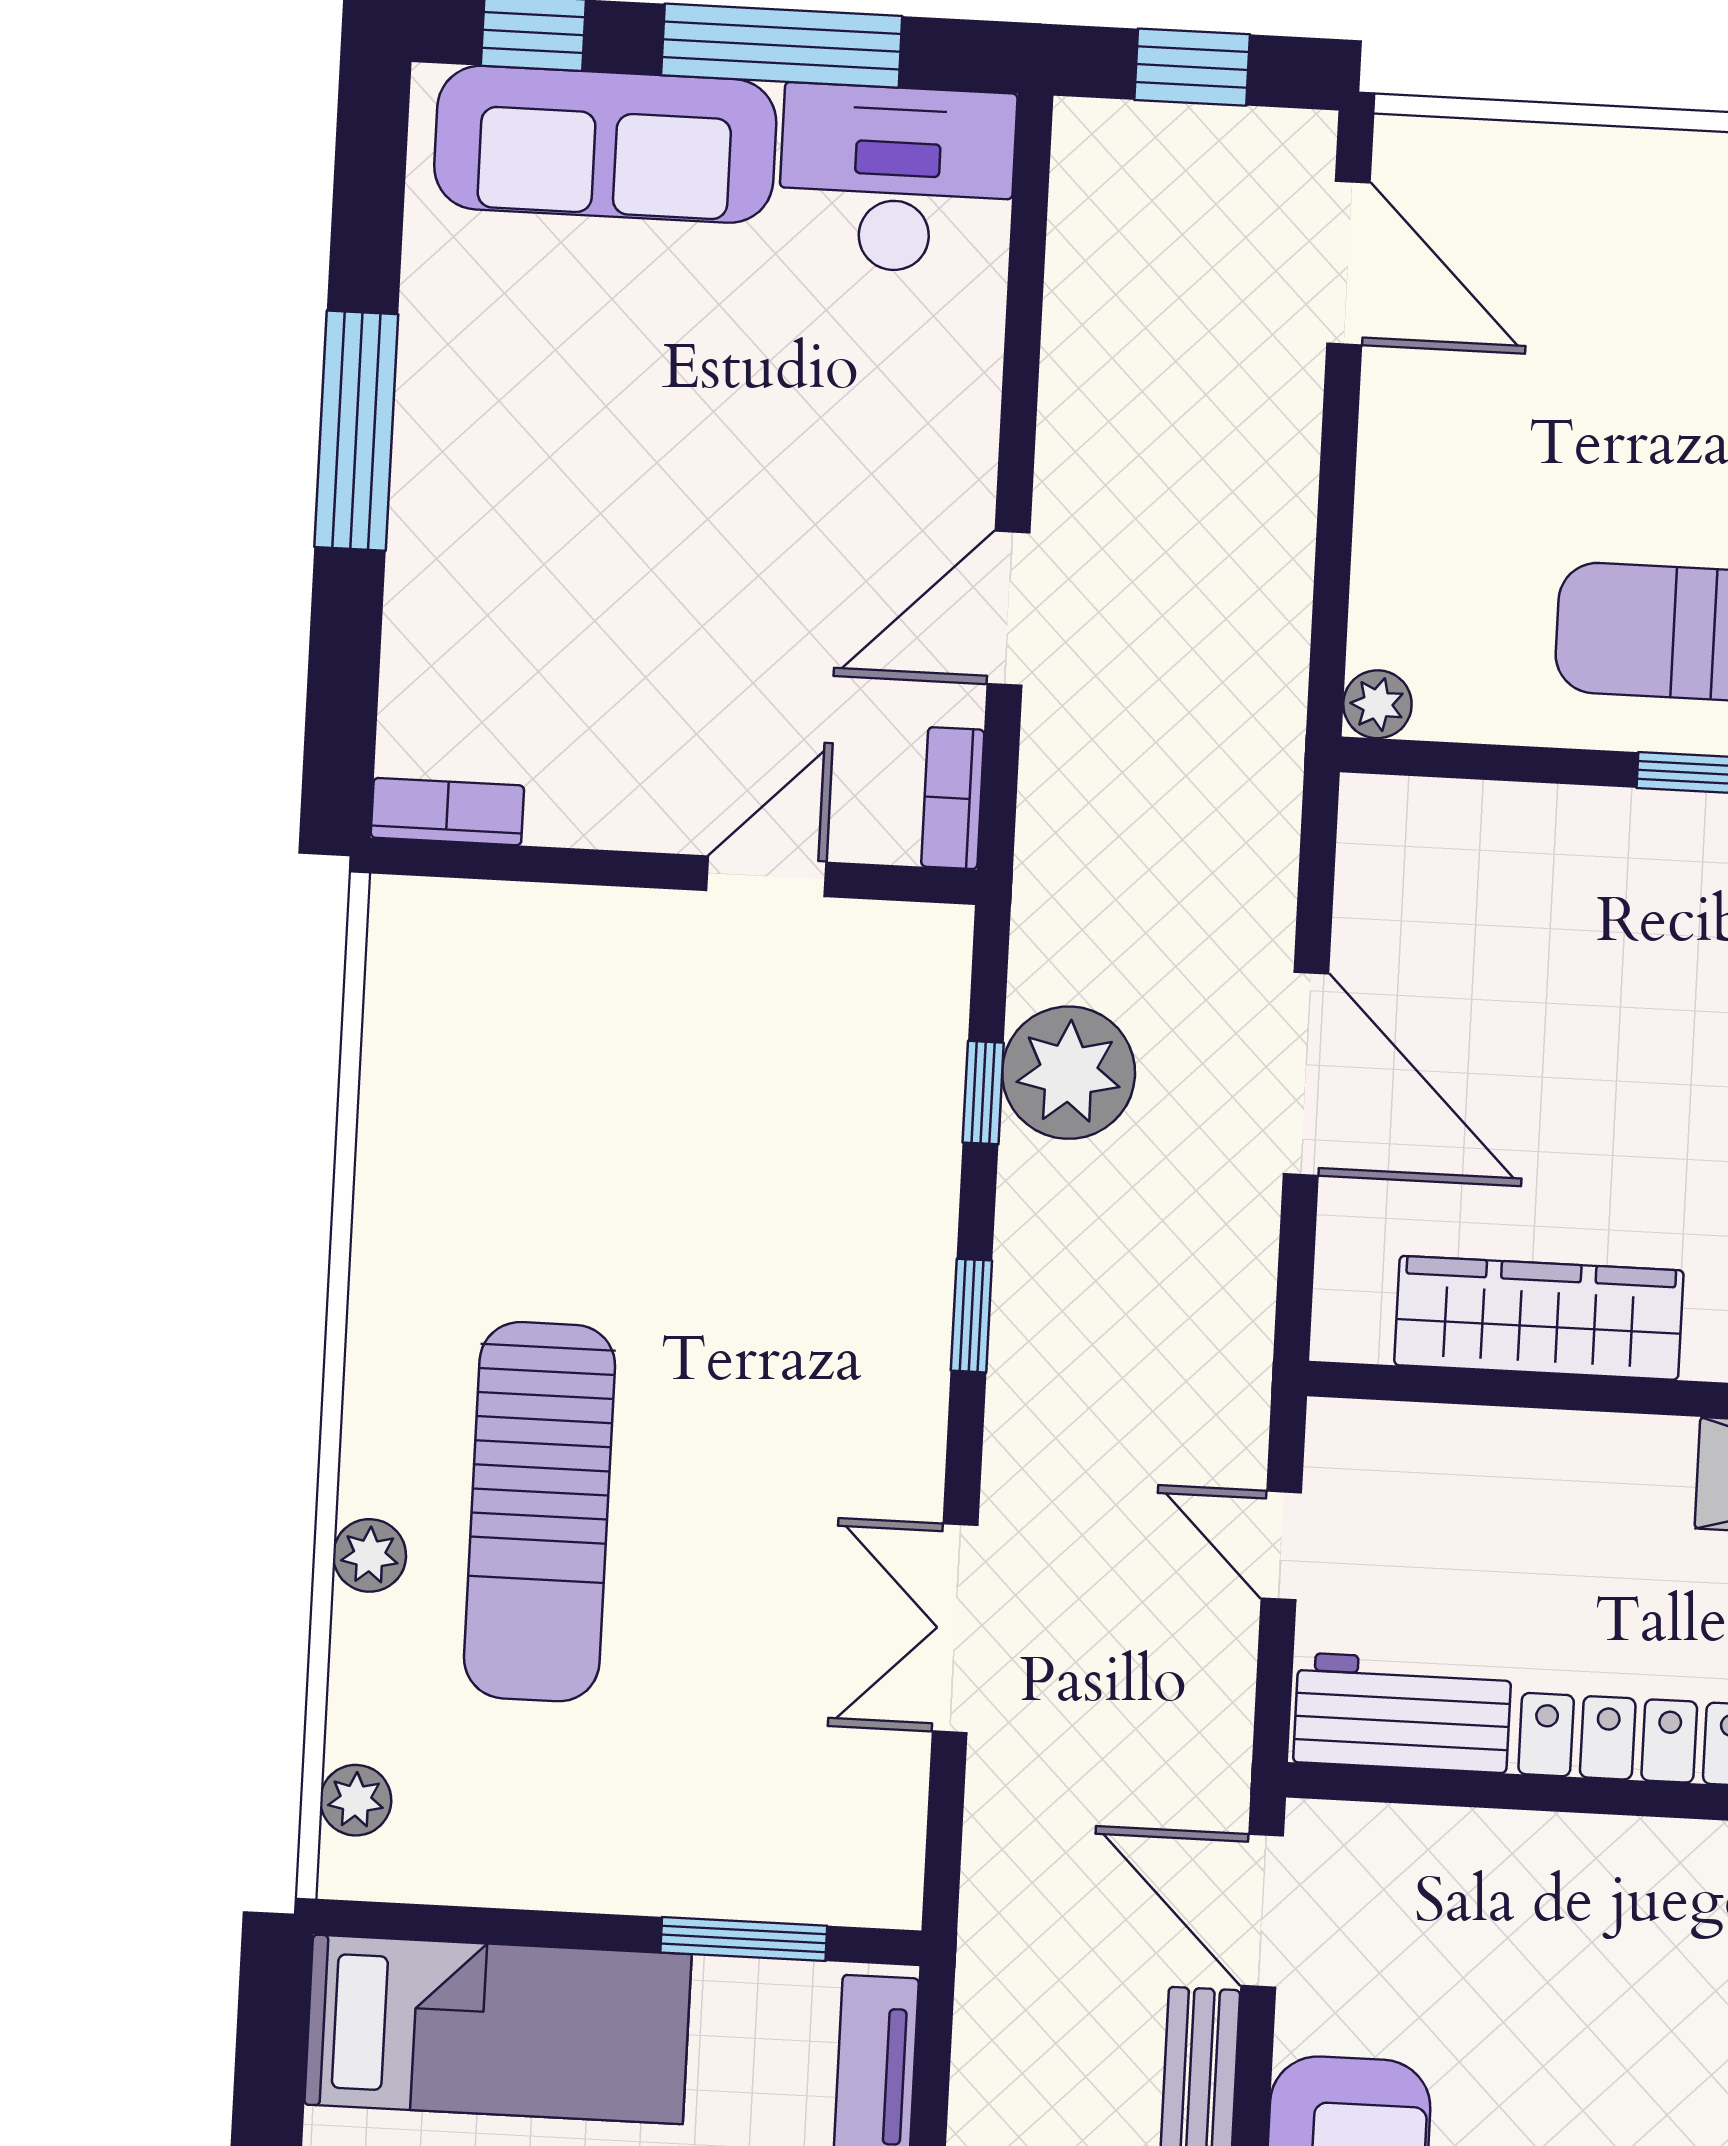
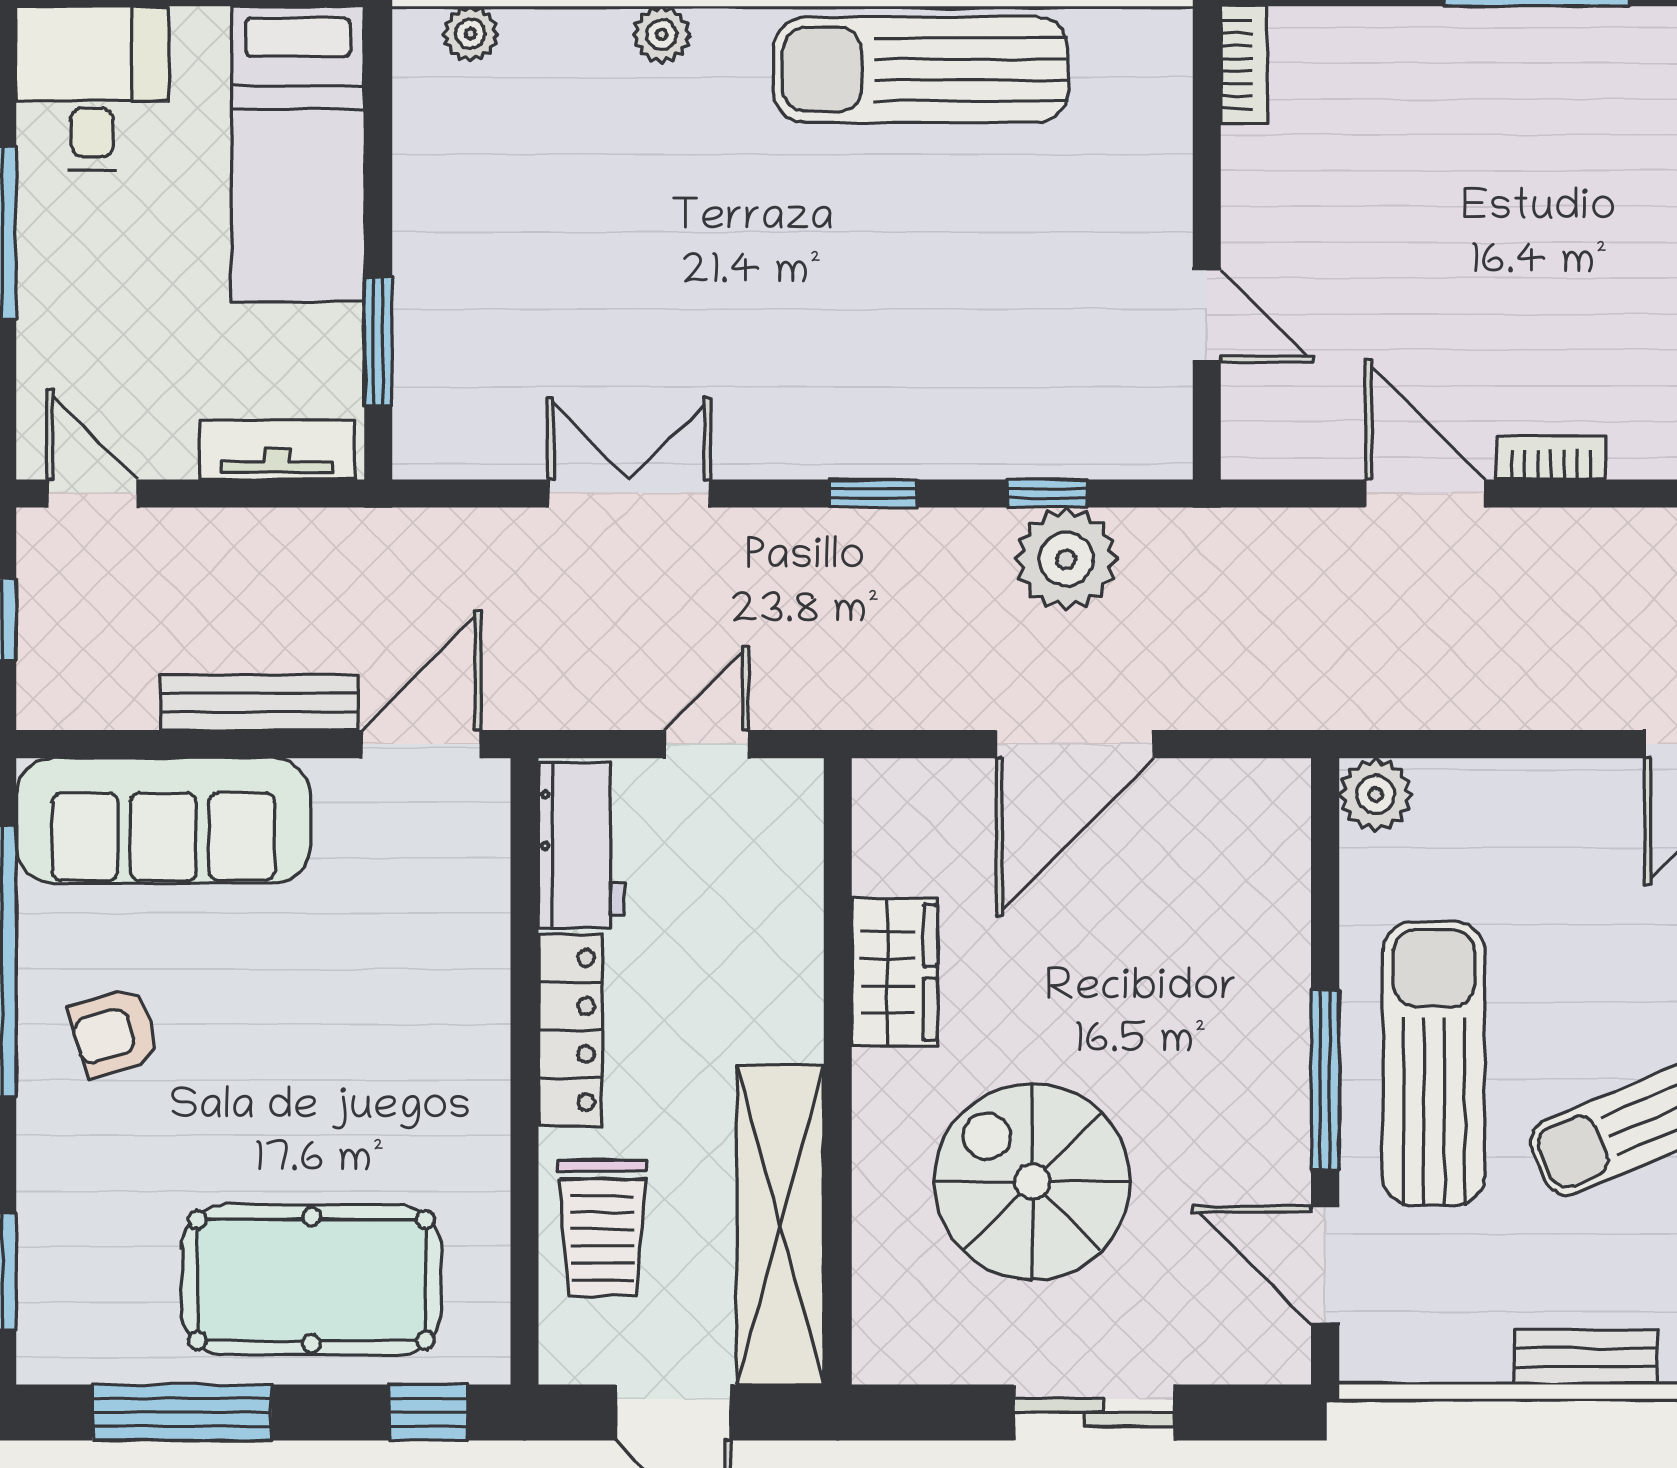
plant: (1377, 704) -> (1376, 795), width x1.38, depth x1.38
bookcase: (953, 798) -> (1551, 458), moved
wardrobe: (1539, 1318) -> (894, 972), width x0.67
sun lounger: (540, 1512) -> (921, 70), moved

